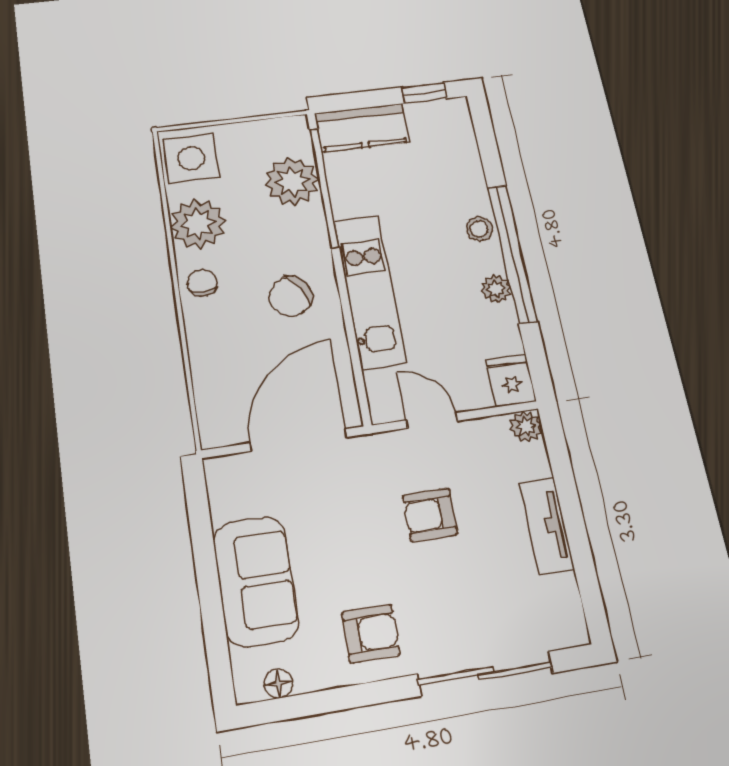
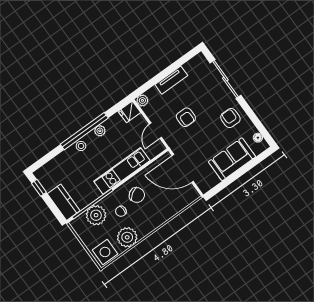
chair: (202, 283) -> (121, 211), moved

